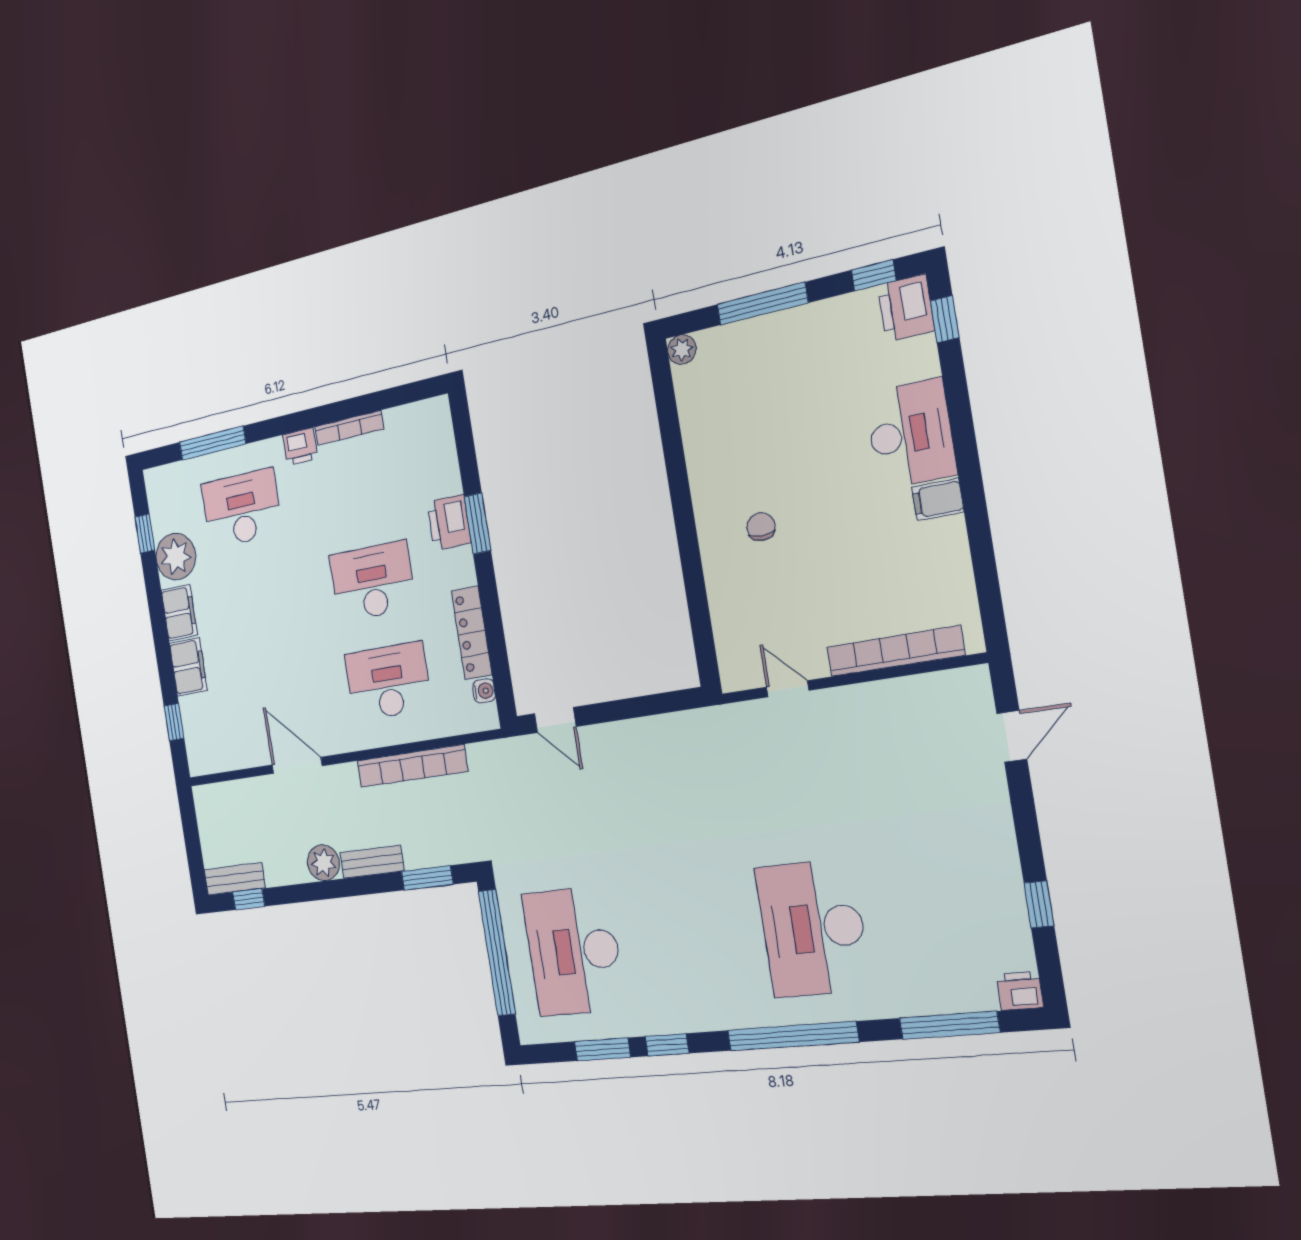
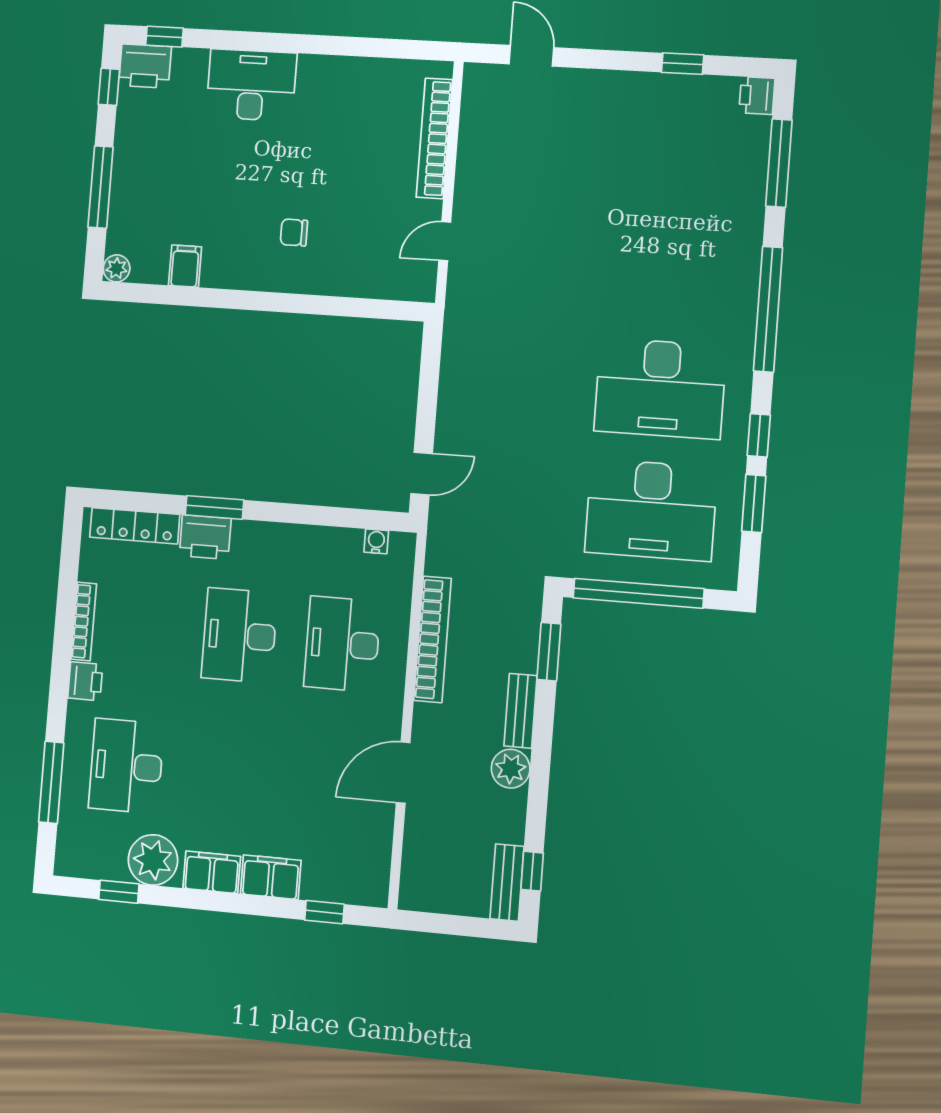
filing cabinet: (938, 500) -> (185, 266), moved, turned 180
locker: (472, 633) -> (135, 526), moved
desk: (813, 928) -> (660, 388), moved

